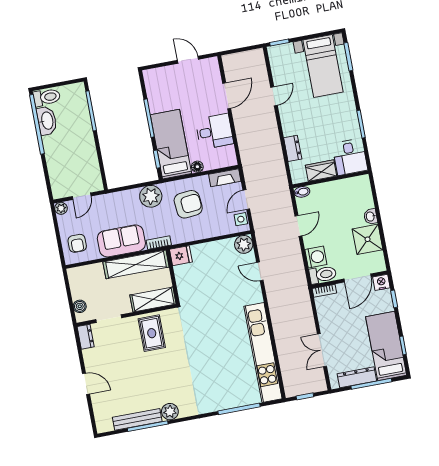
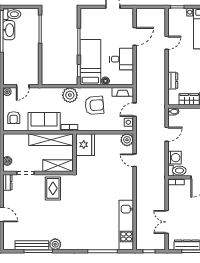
fridge: (181, 256) -> (85, 145), width x1.88, depth x1.34
kitchen unit: (263, 353) -> (126, 225), width x0.73

